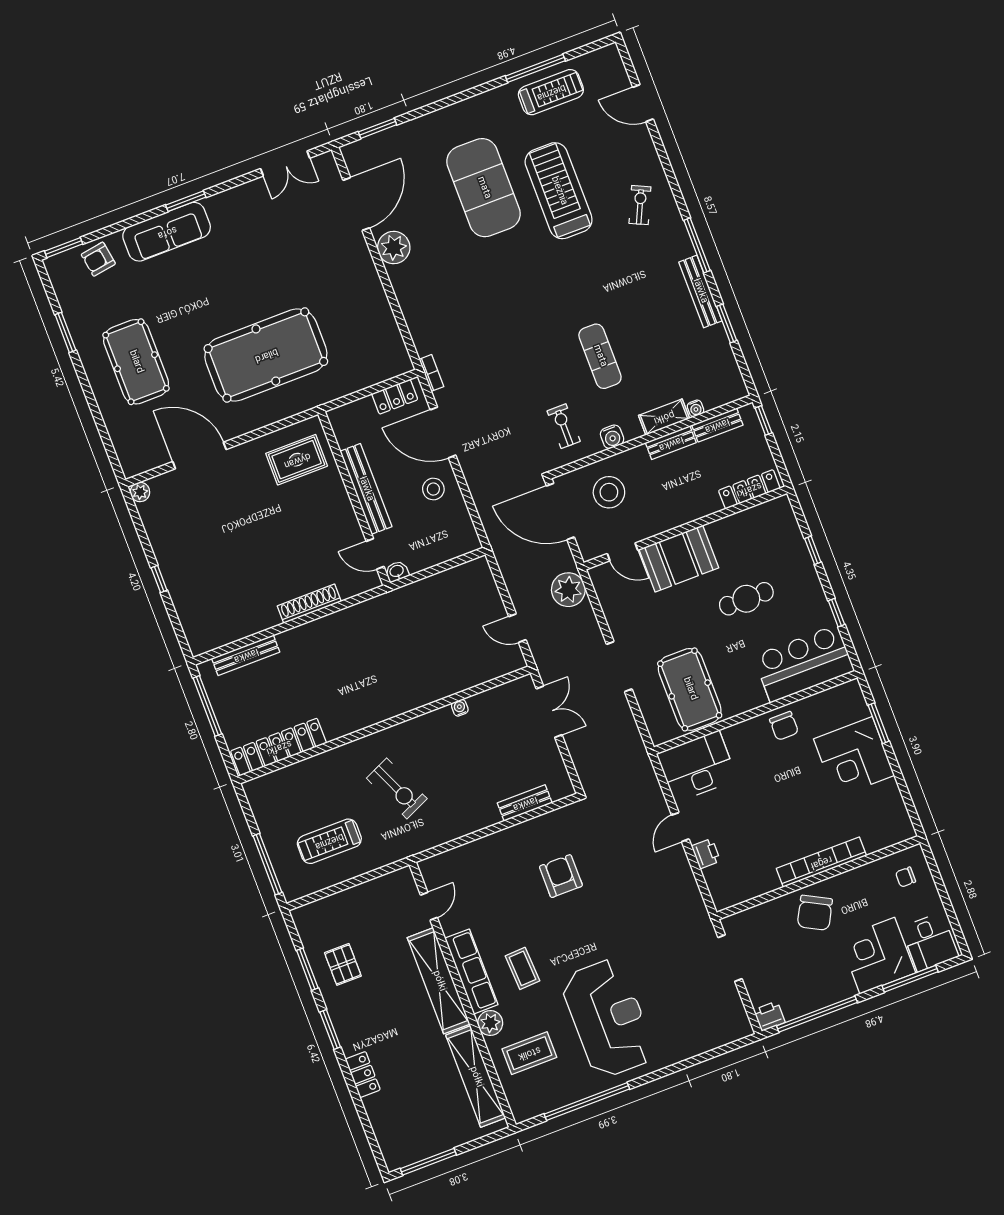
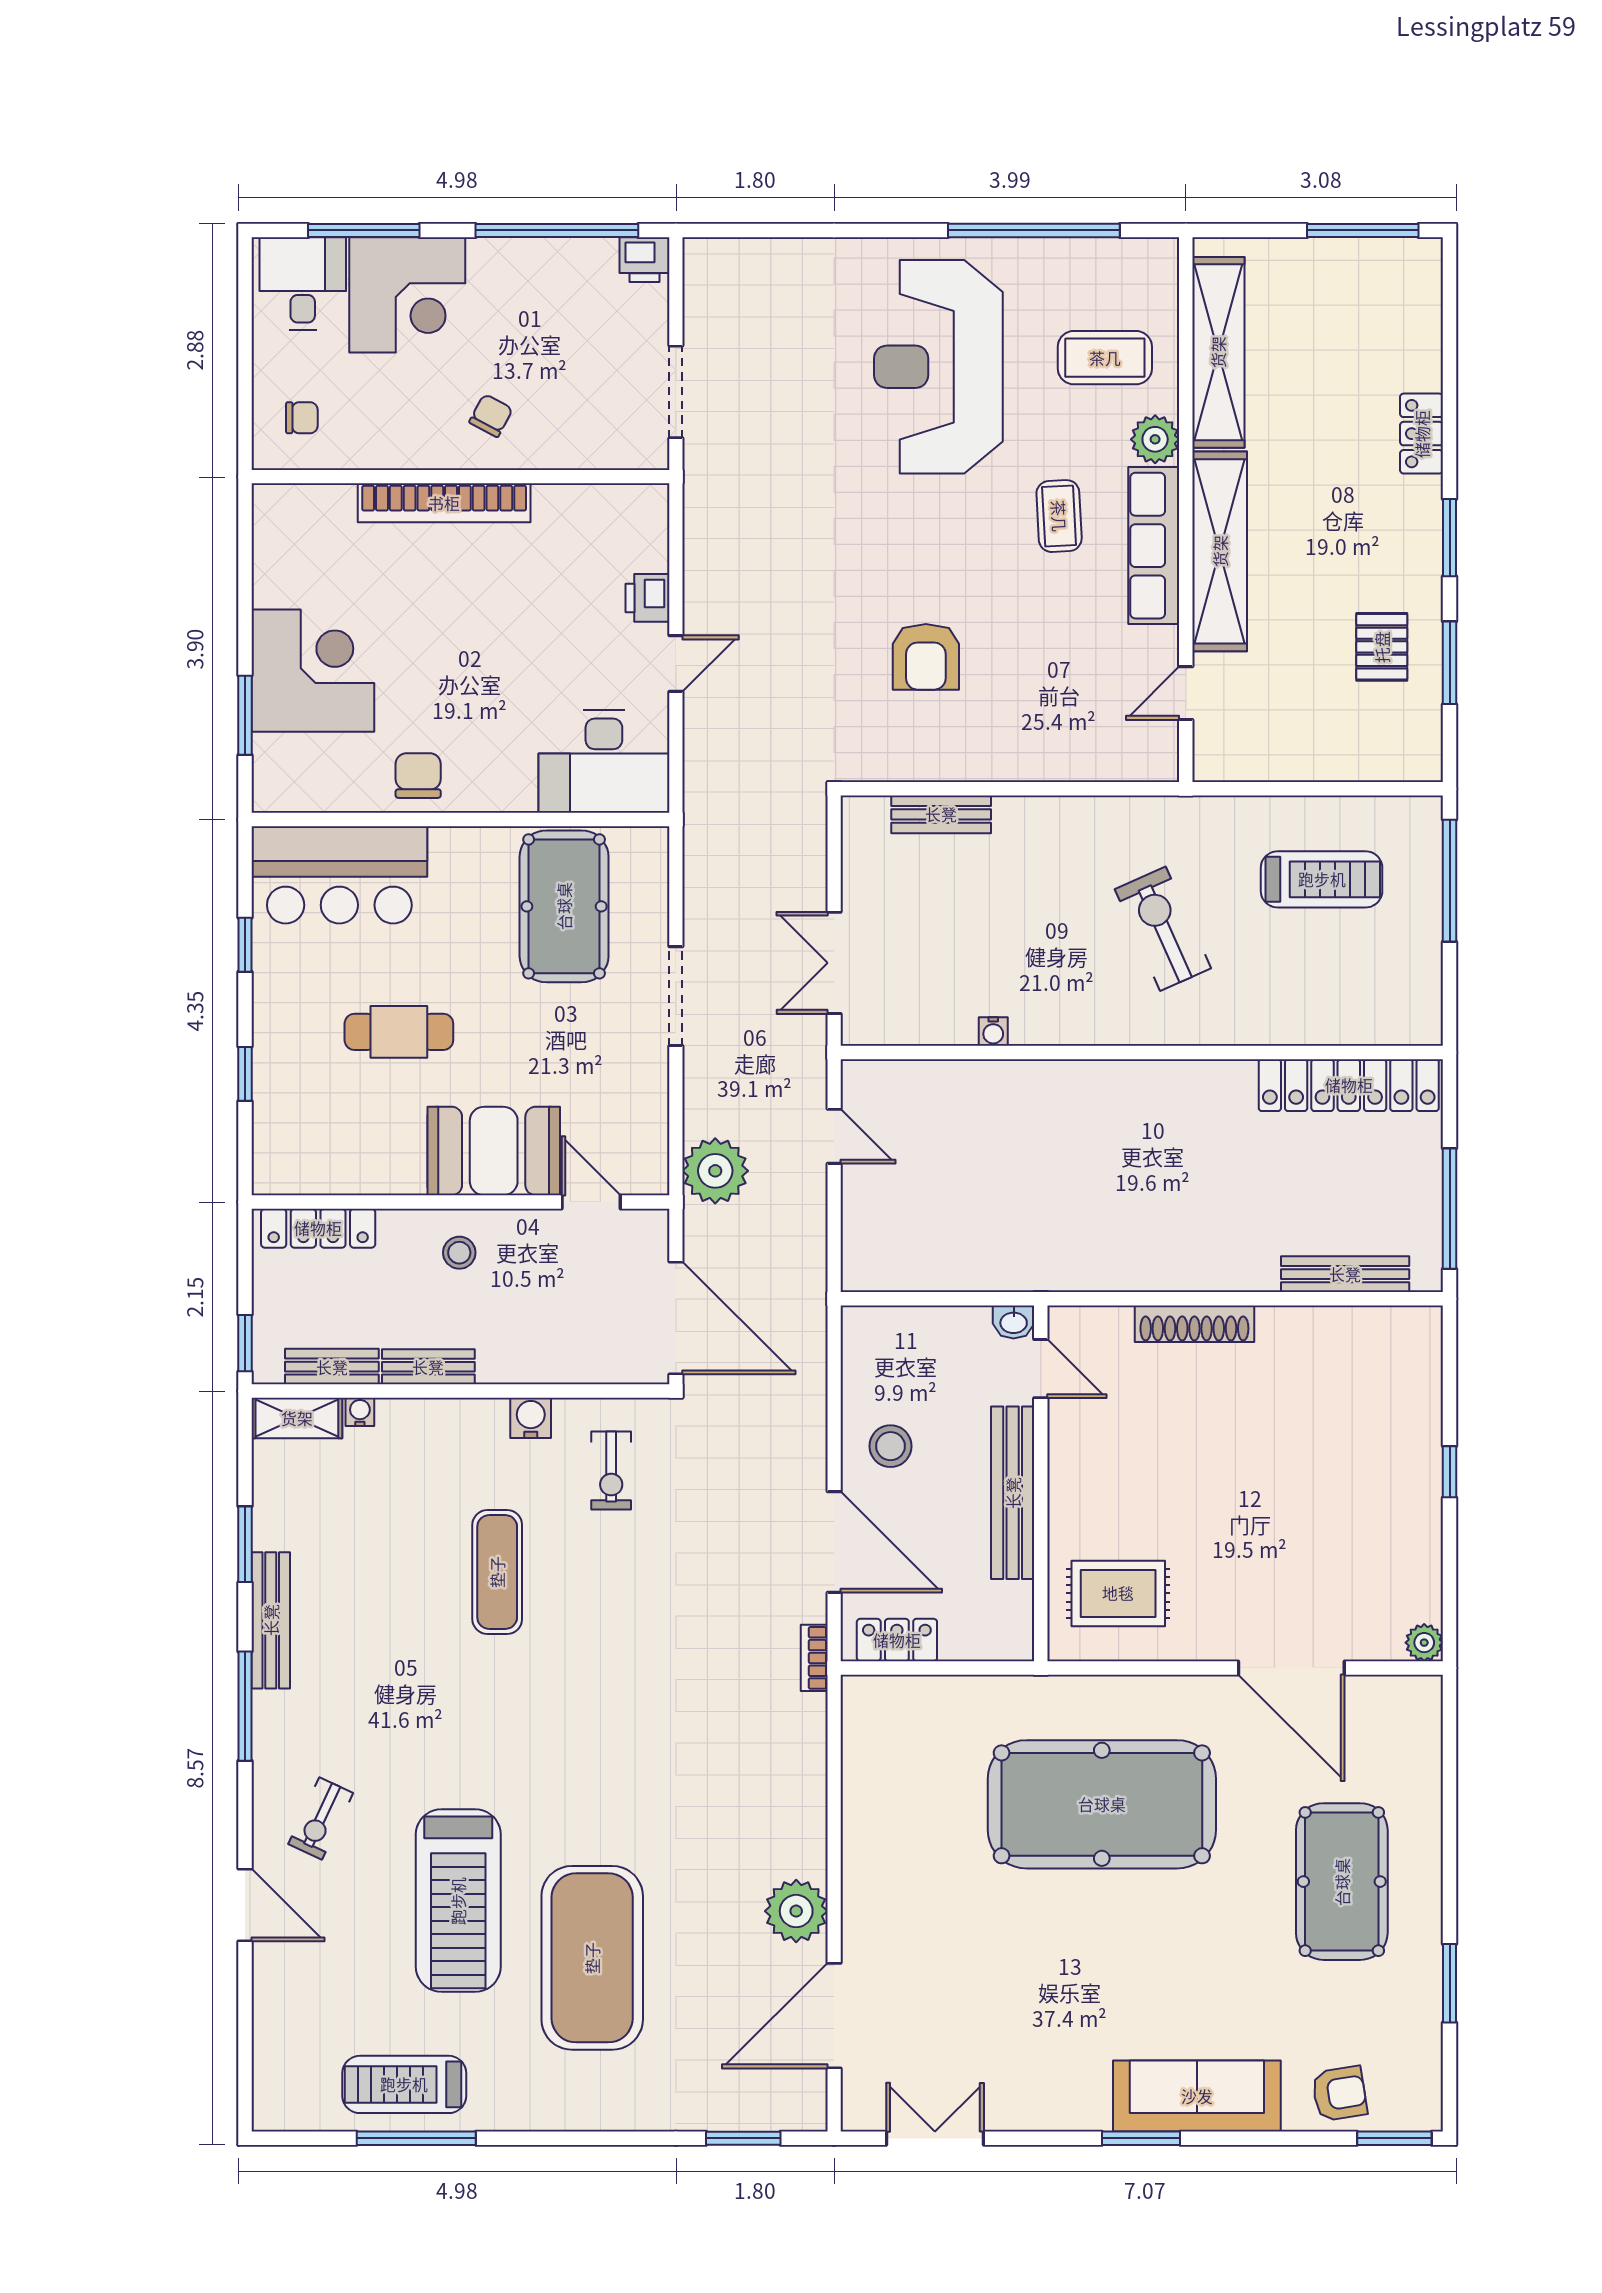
door: (643, 103) -> (245, 1905), moved
shelving: (664, 417) -> (297, 1418), moved
stool: (609, 492) -> (459, 1253), moved, width x0.53, depth x0.53
chair: (815, 913) -> (491, 416), width x0.54, depth x0.54

